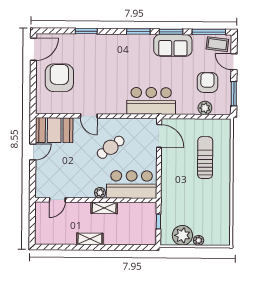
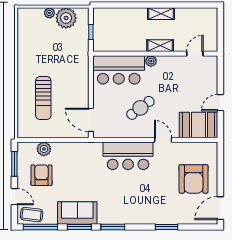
armchair: (207, 82) -> (41, 175), turned 180
bar counter: (151, 101) -> (128, 156), moved
shelving: (104, 208) -> (160, 46), moved

